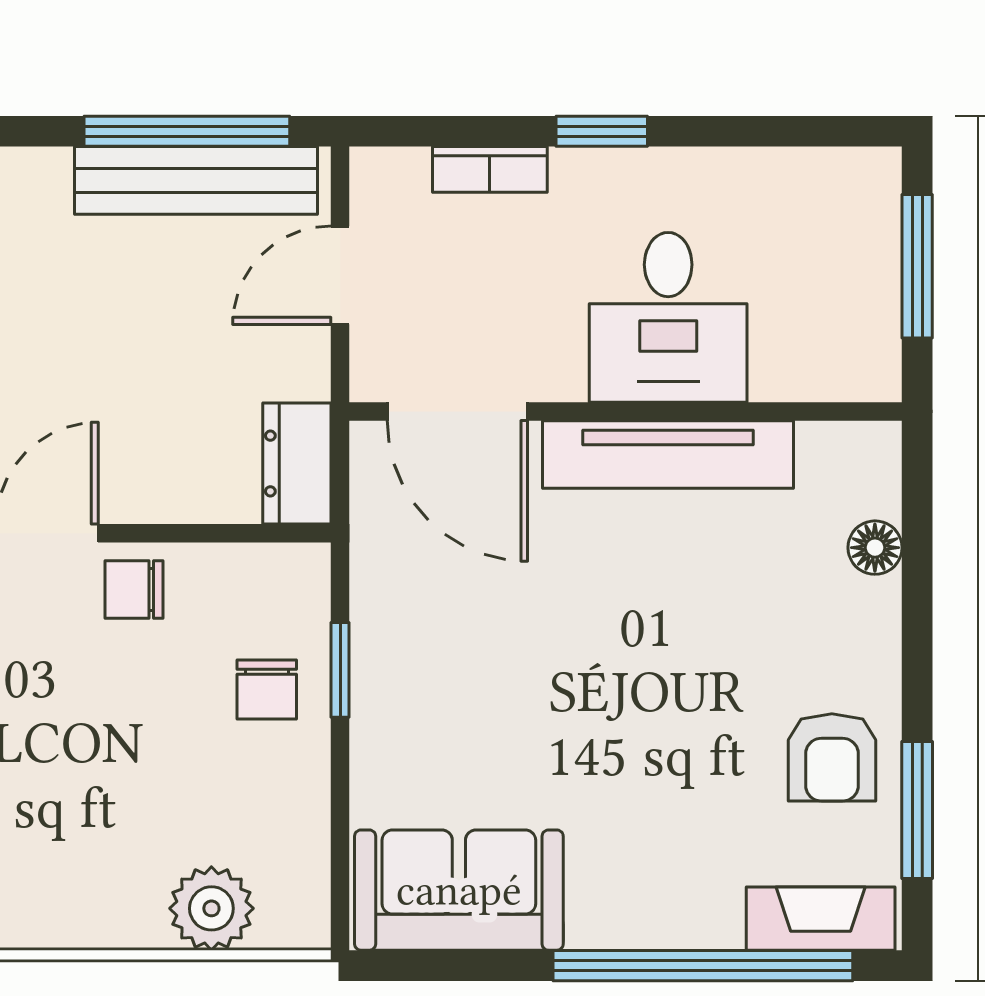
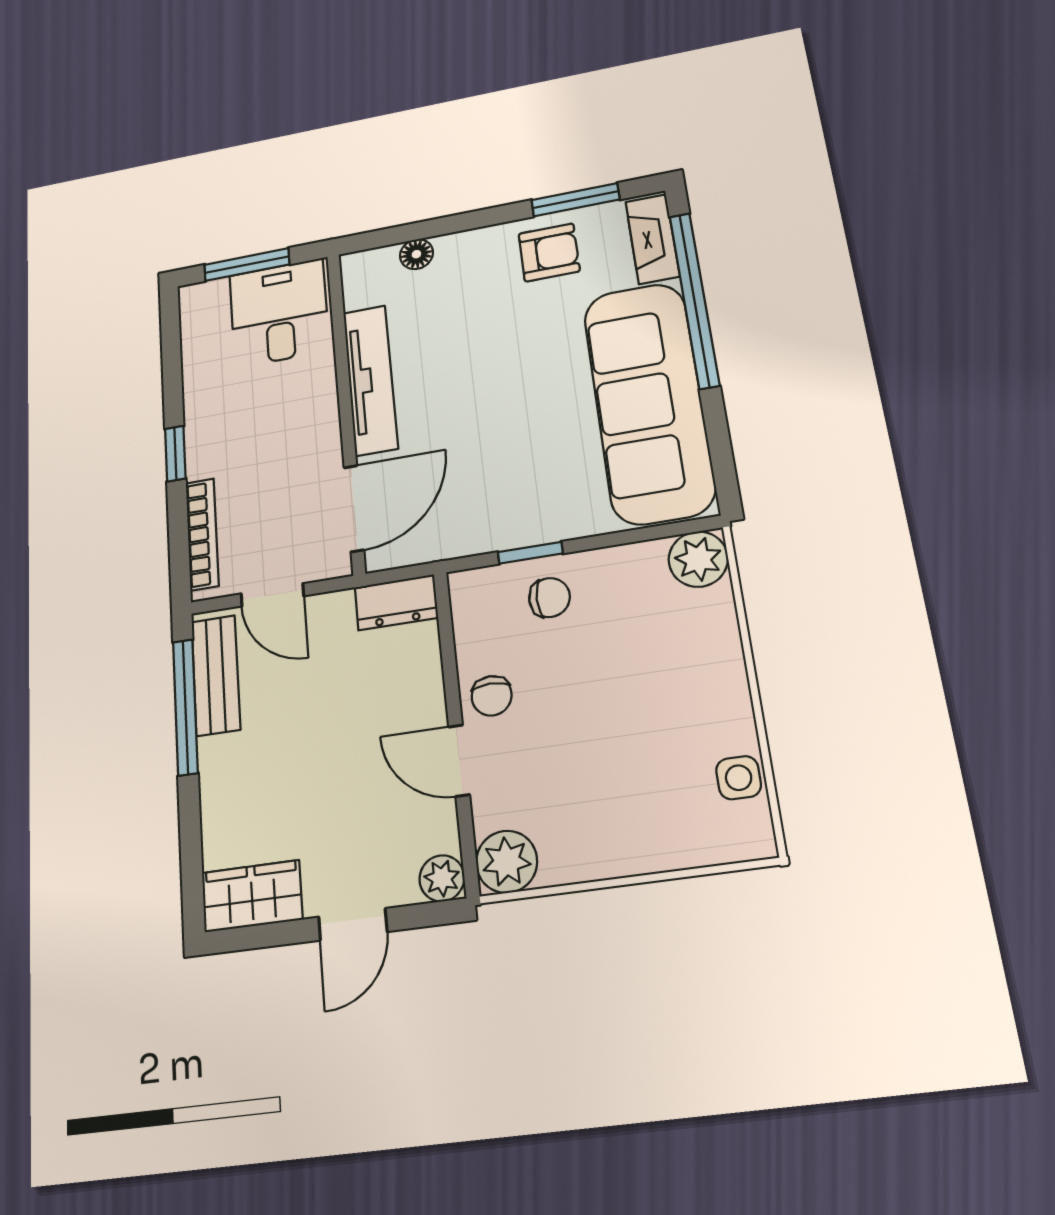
bookcase: (490, 169) -> (202, 534), width x1.56
bench: (196, 180) -> (216, 675), width x0.73
desk: (668, 317) -> (279, 313), moved, turned -90
sofa: (459, 890) -> (649, 402), width x1.85, depth x1.27
plant: (211, 908) -> (698, 559), moved

